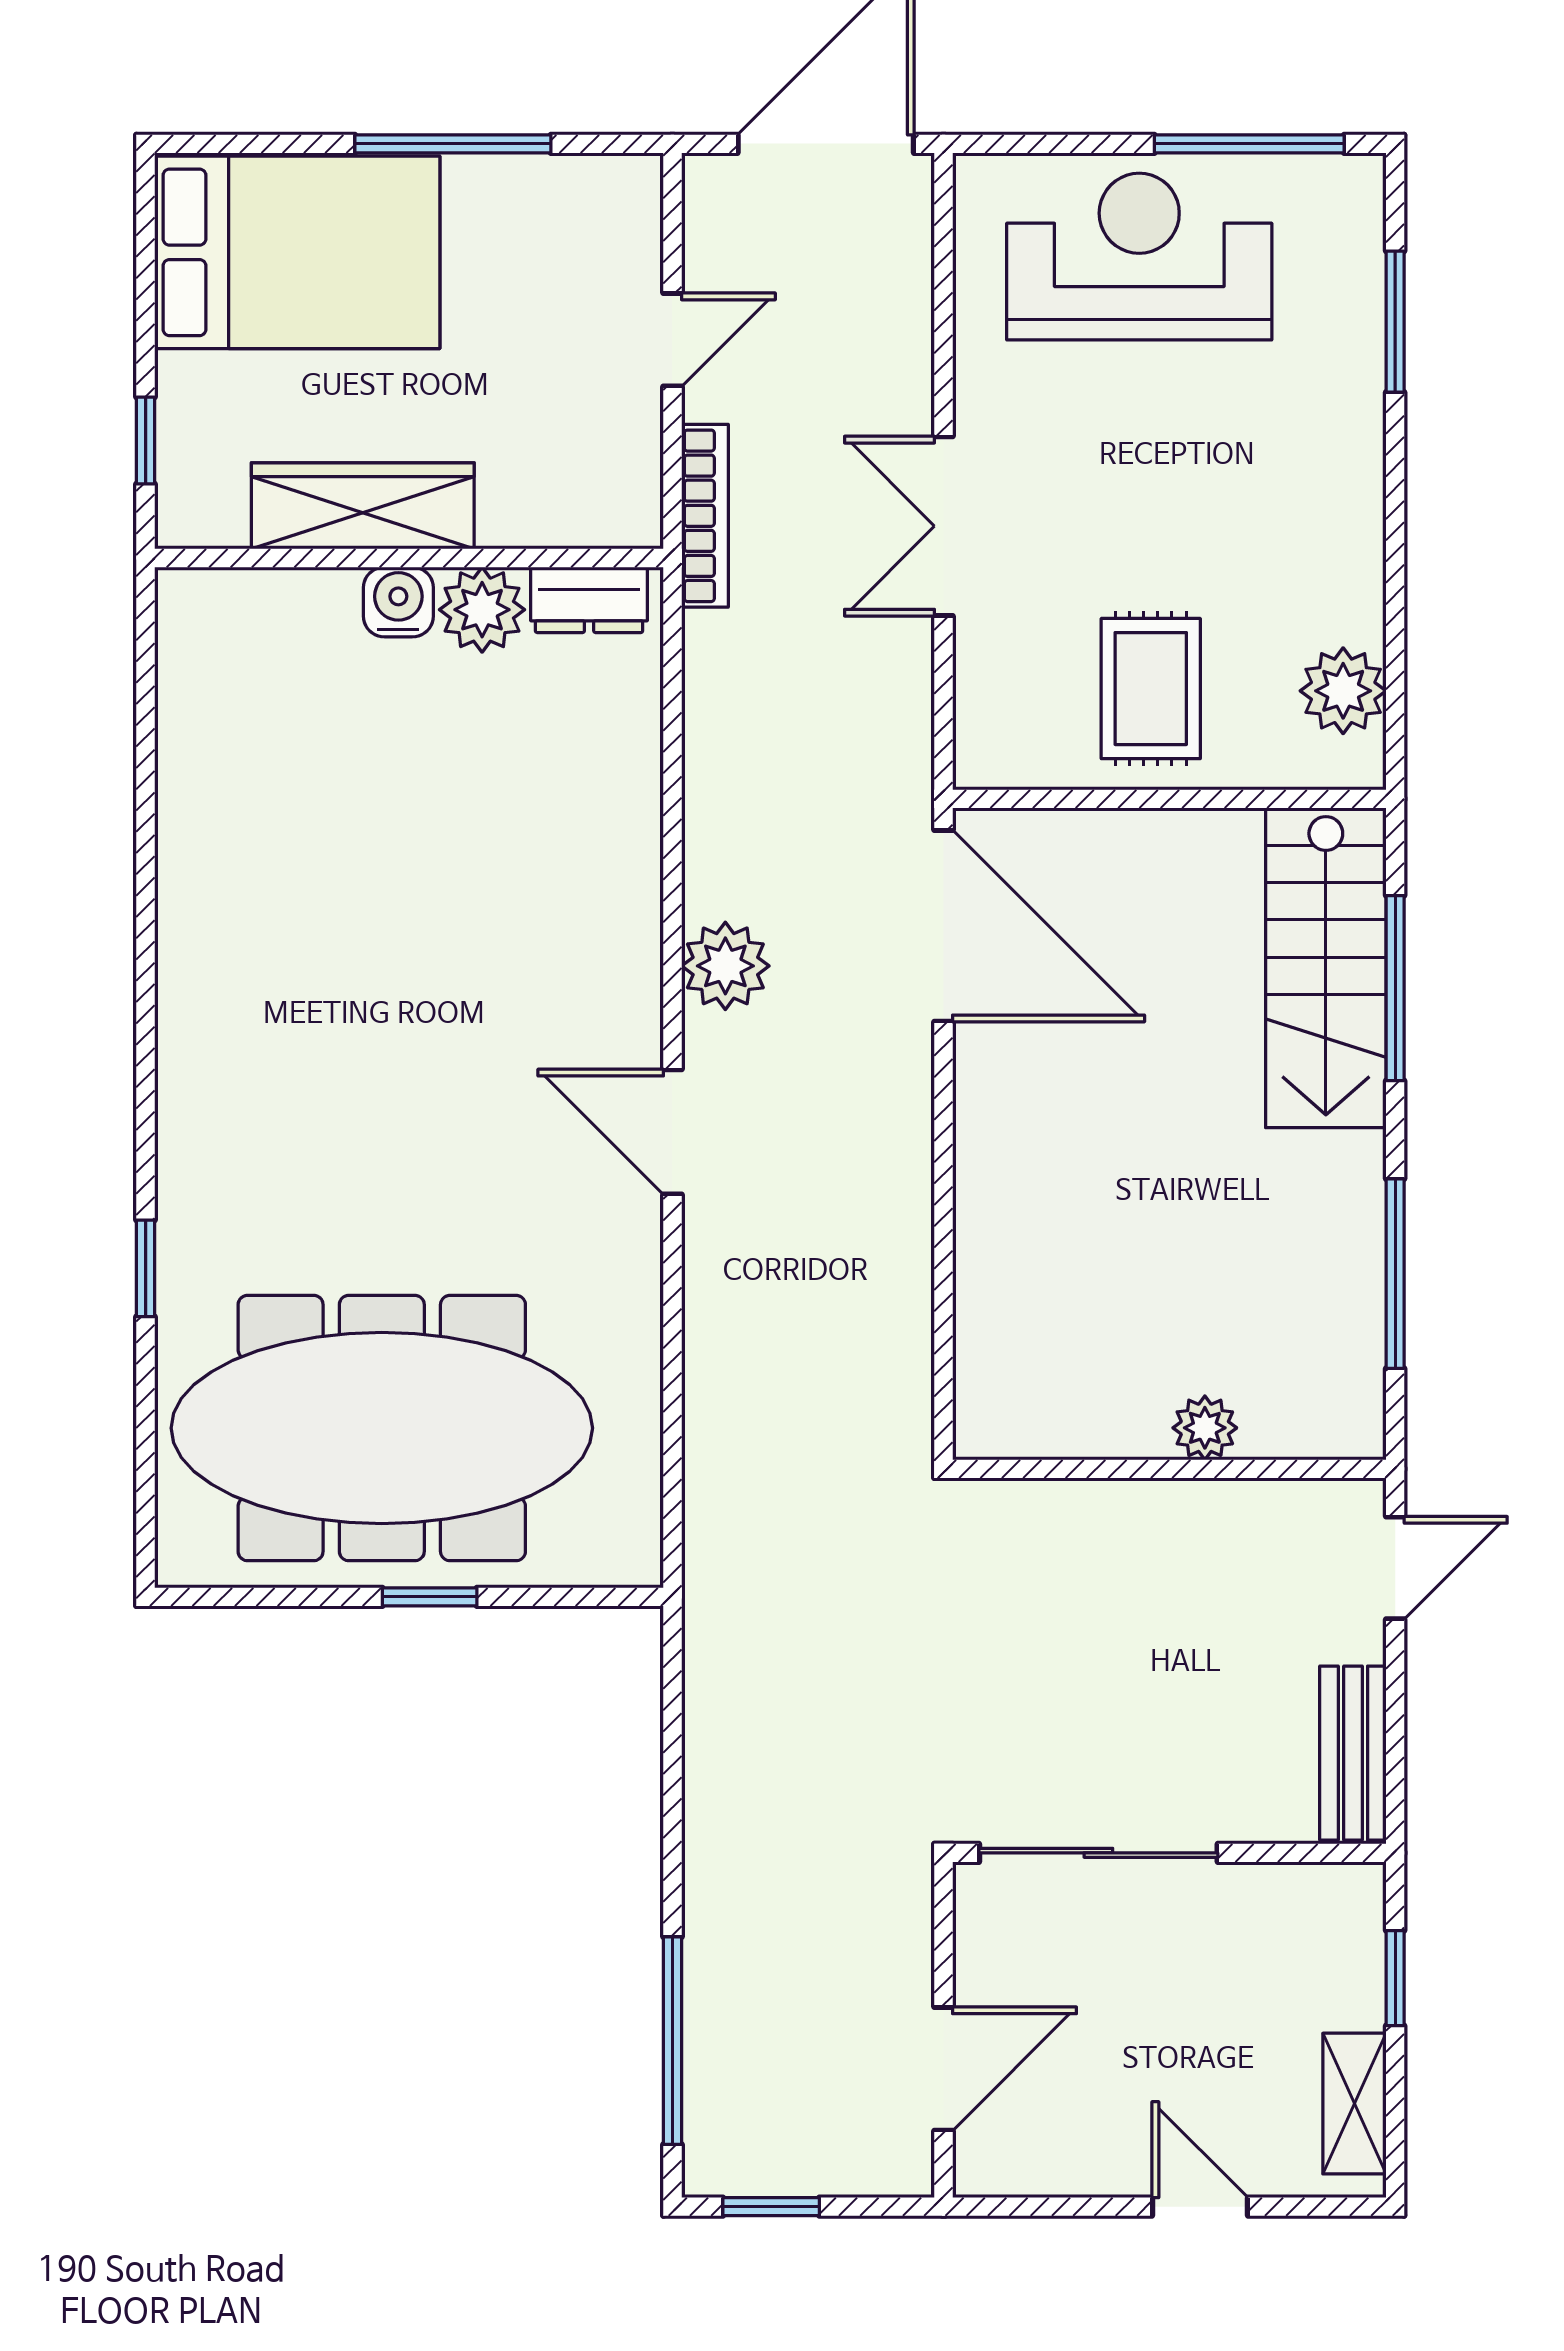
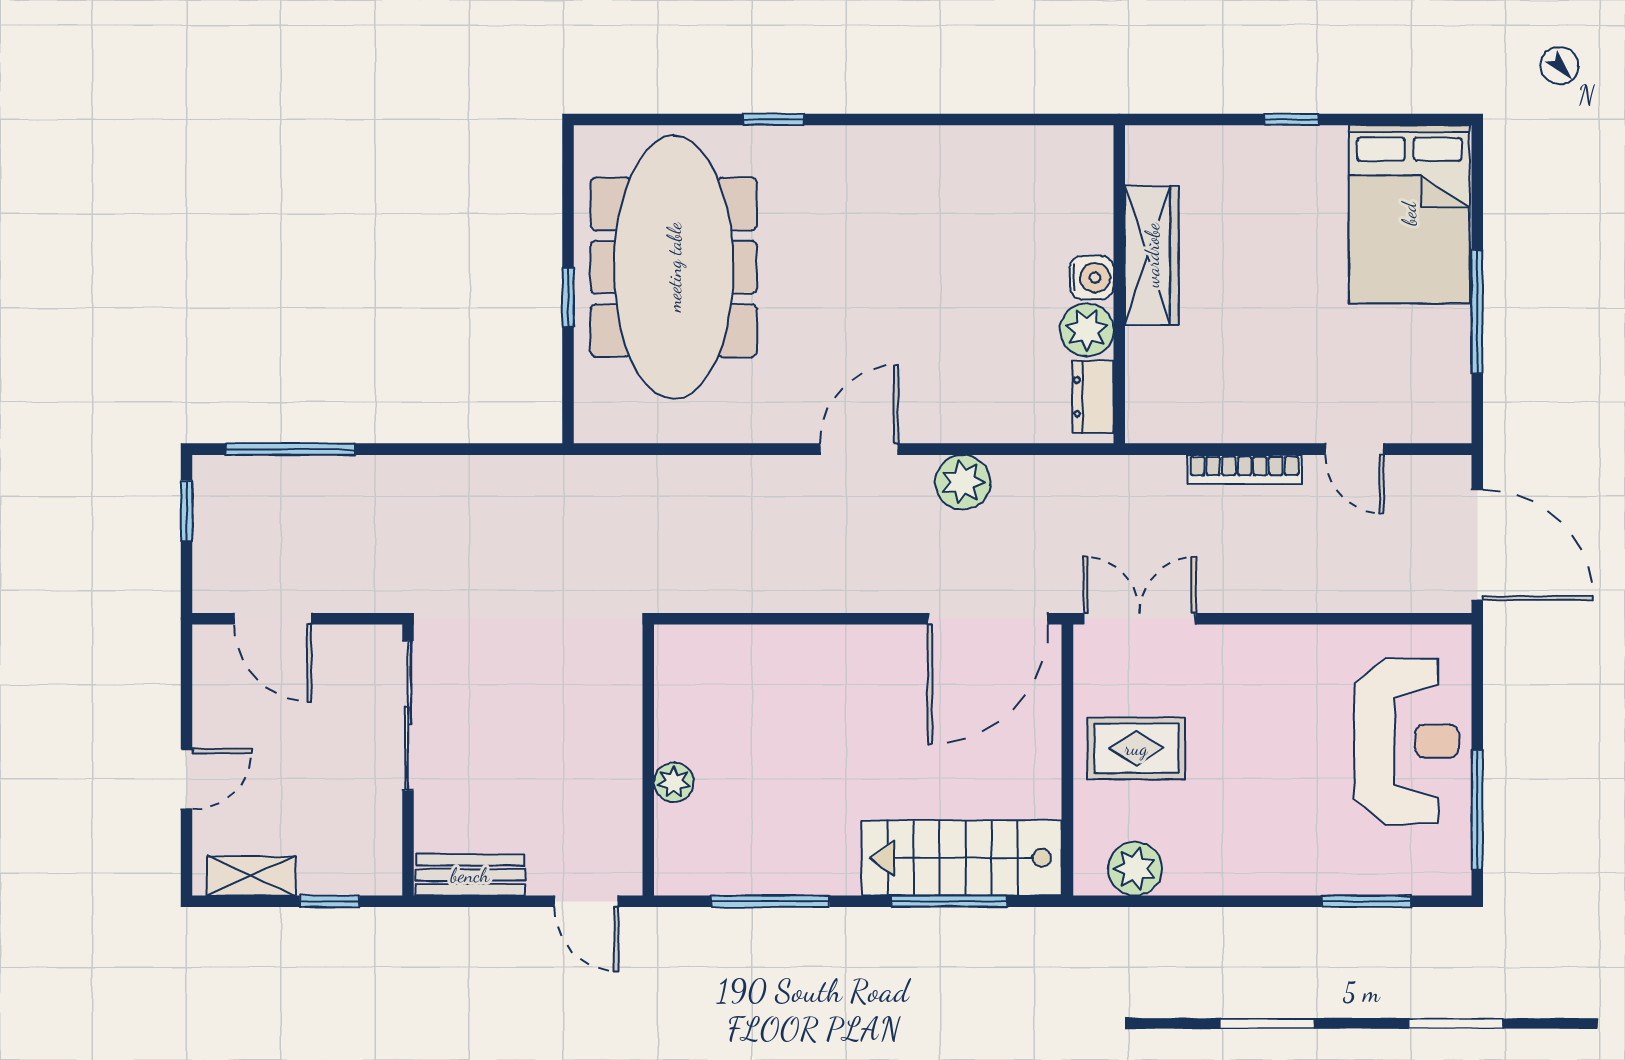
wardrobe: (363, 506) -> (1152, 255), moved
double door: (944, 526) -> (1140, 619), moved
wall: (409, 558) -> (1119, 284), moved
dresser: (589, 600) -> (1093, 397), moved
water cooler: (398, 602) -> (1092, 278), moved
plant: (482, 610) -> (1087, 330), moved

